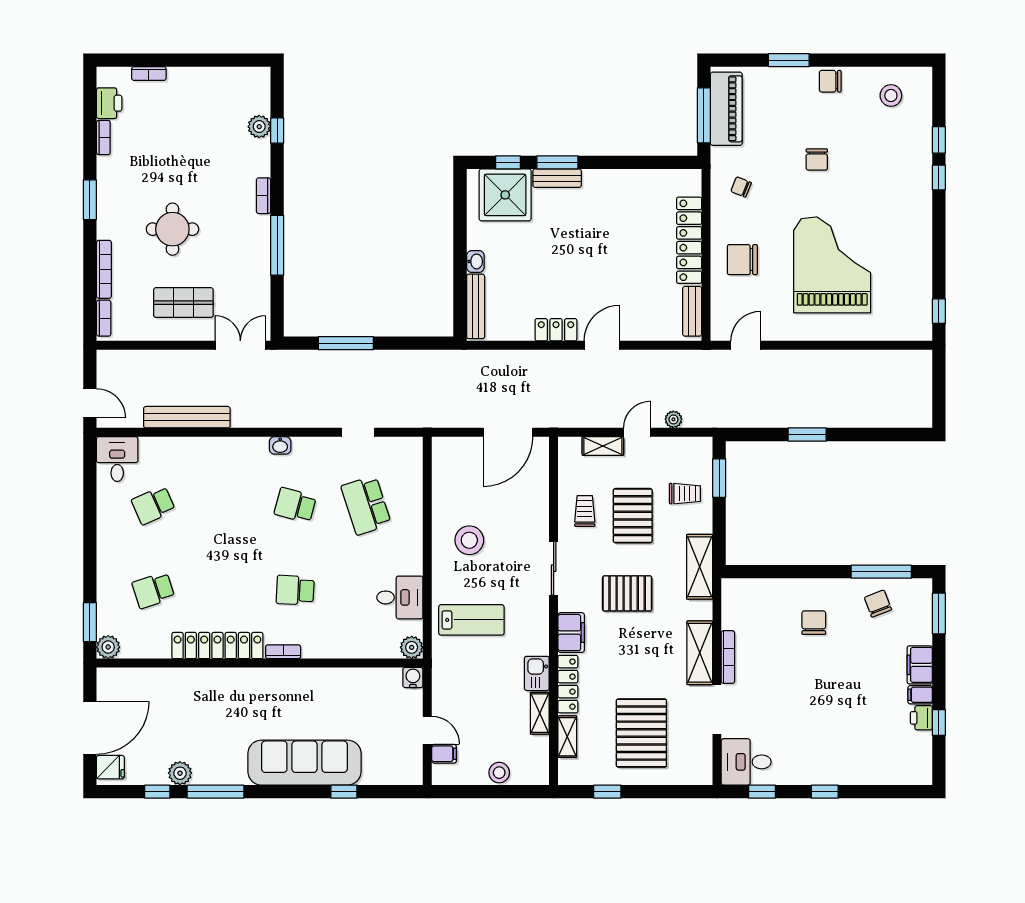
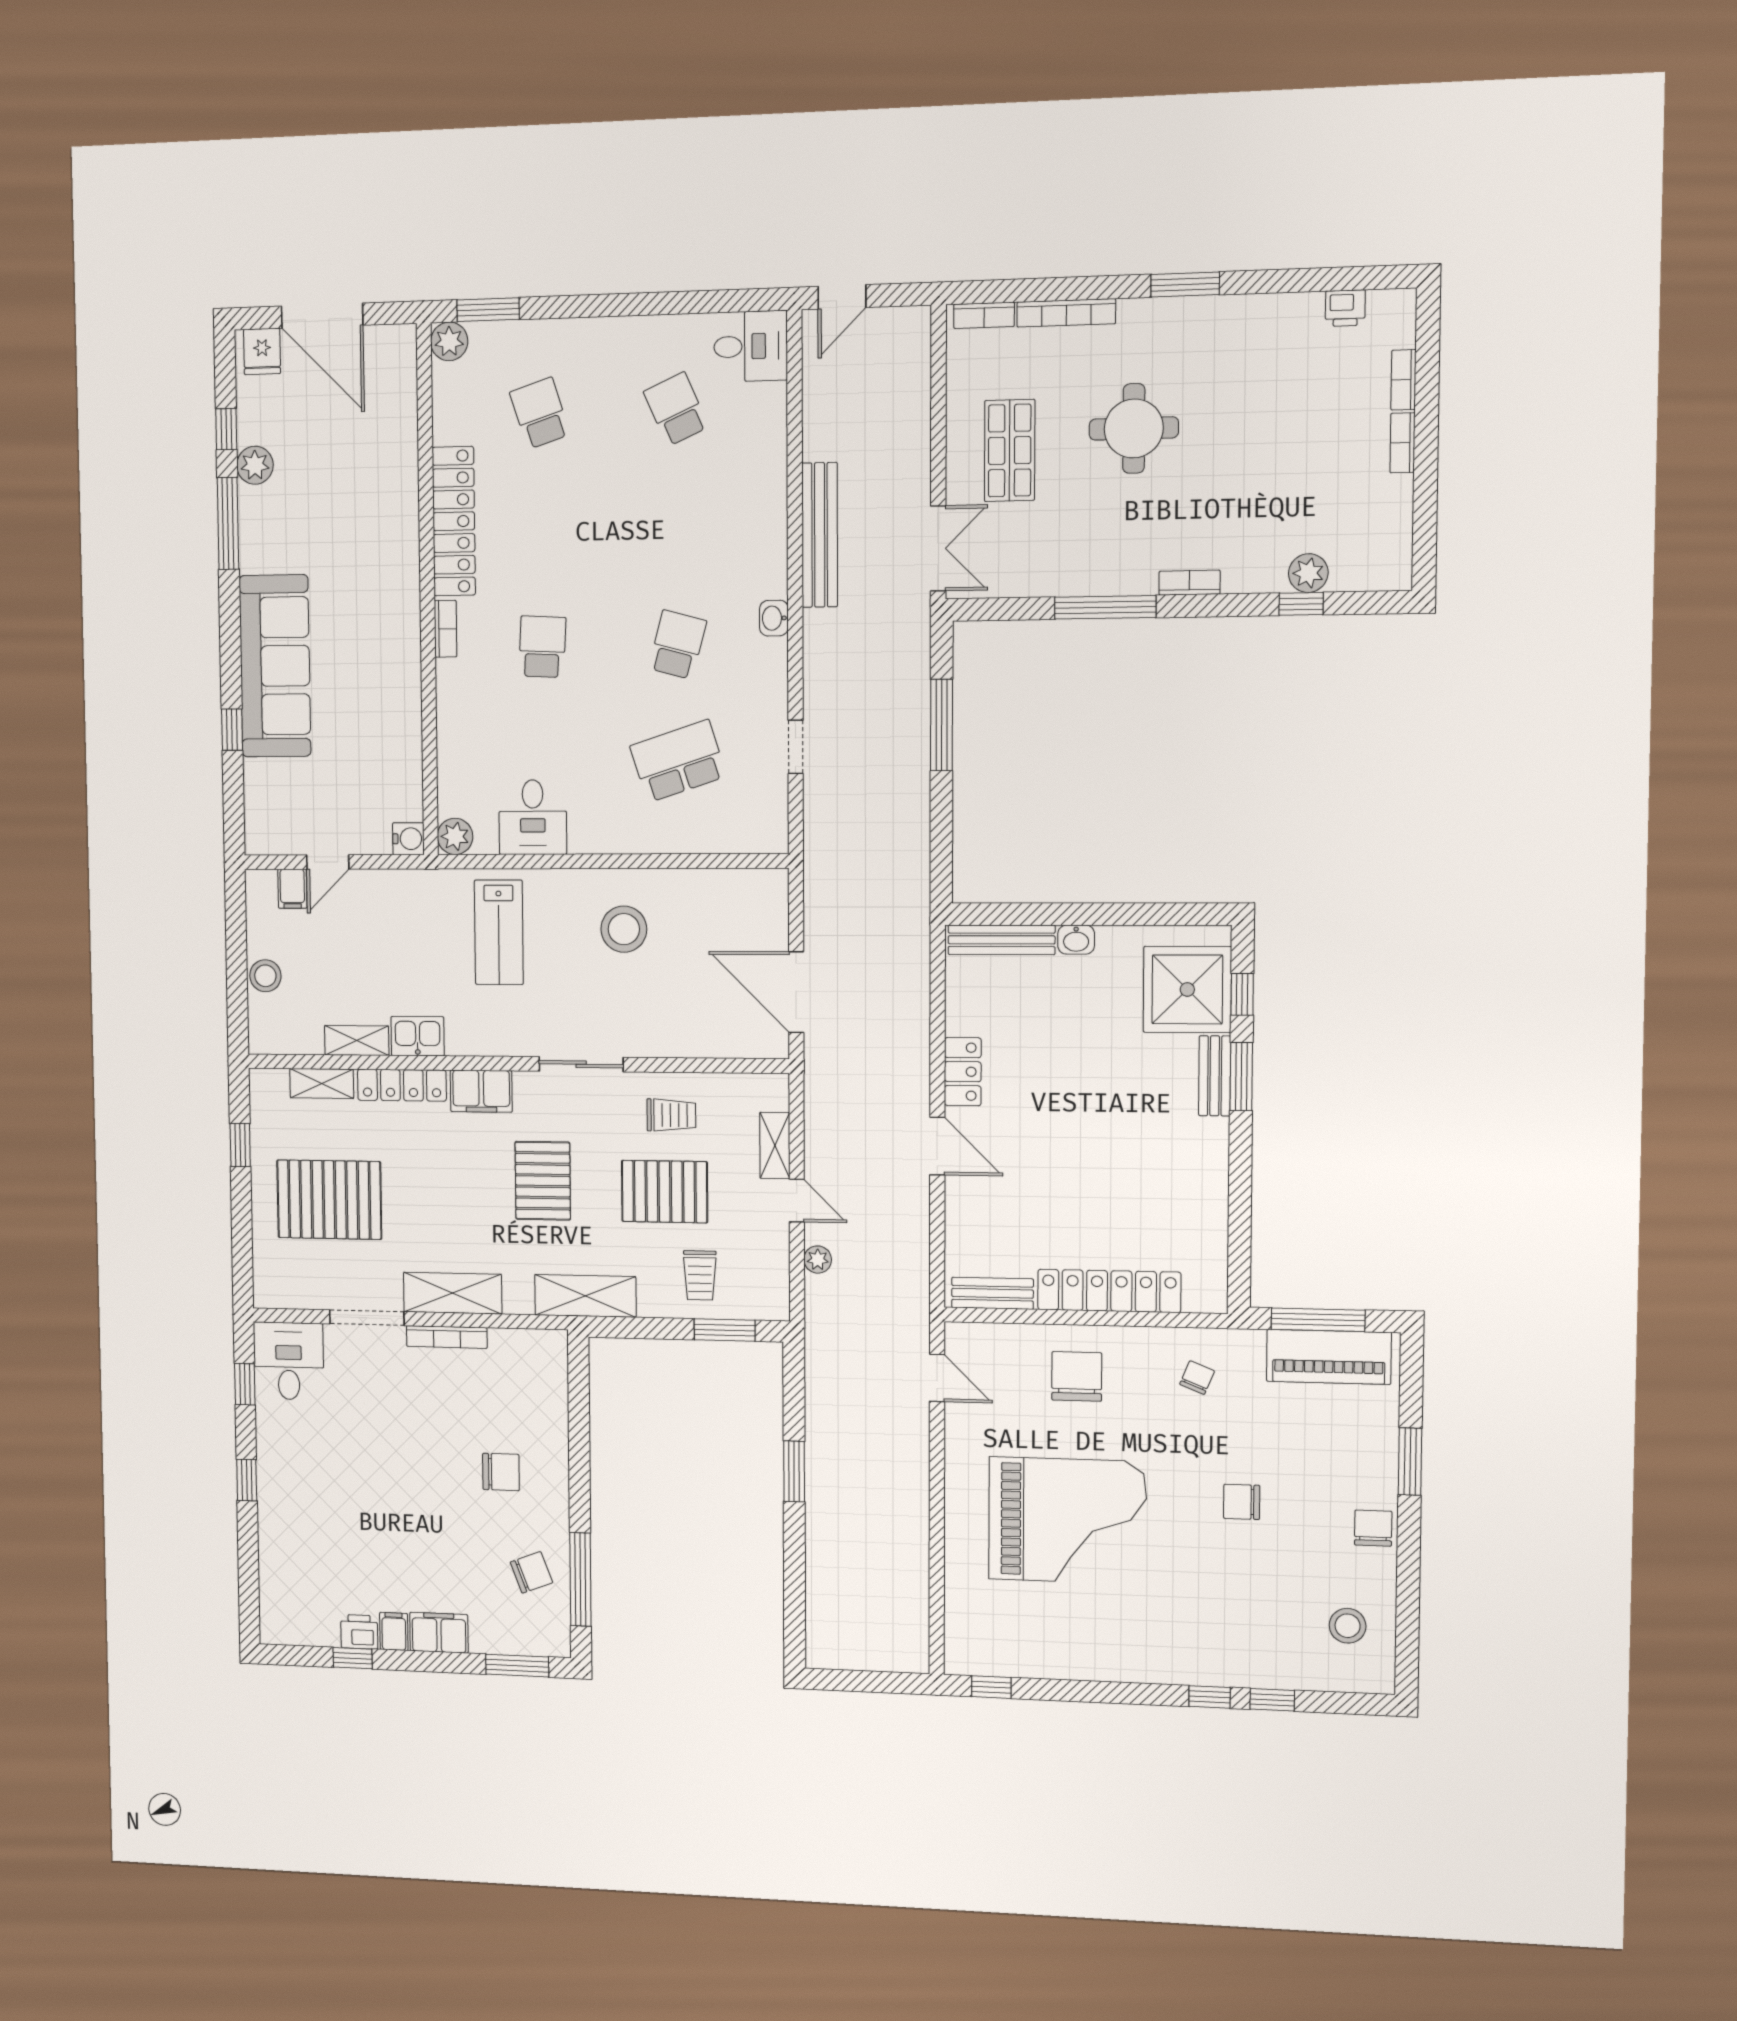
printer: (109, 103) -> (1345, 308), width x0.73, depth x0.81
bookcase: (103, 137) -> (1403, 443), moved, turned 90
bench: (187, 417) -> (820, 535), moved

